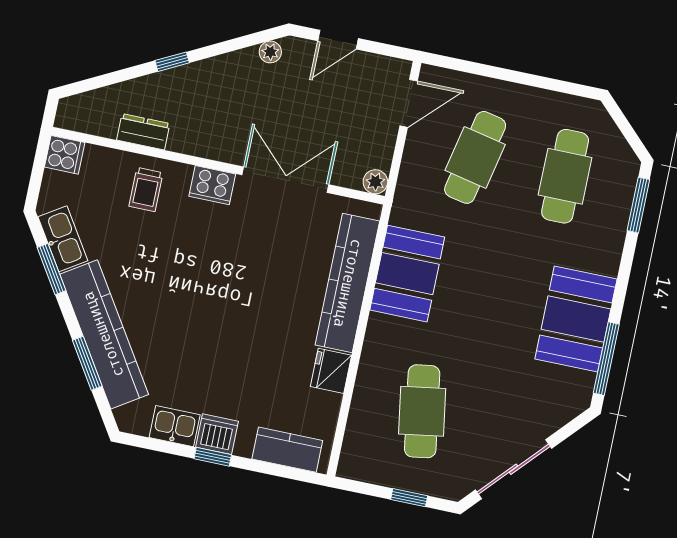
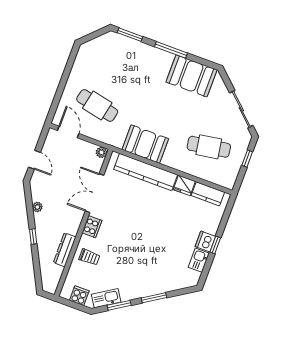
plant: (270, 52) -> (37, 207), moved
dresser: (143, 132) -> (65, 250), width x1.44
cooker: (65, 155) -> (79, 296), moved
cafe table: (565, 176) -> (112, 66), removed
booth: (576, 319) -> (192, 76), moved
kitchen counter: (104, 334) -> (152, 286), removed
window: (606, 359) -> (171, 50), moved
window: (87, 363) -> (154, 298), moved
kitchen counter: (287, 450) -> (208, 194), moved, turned -90

